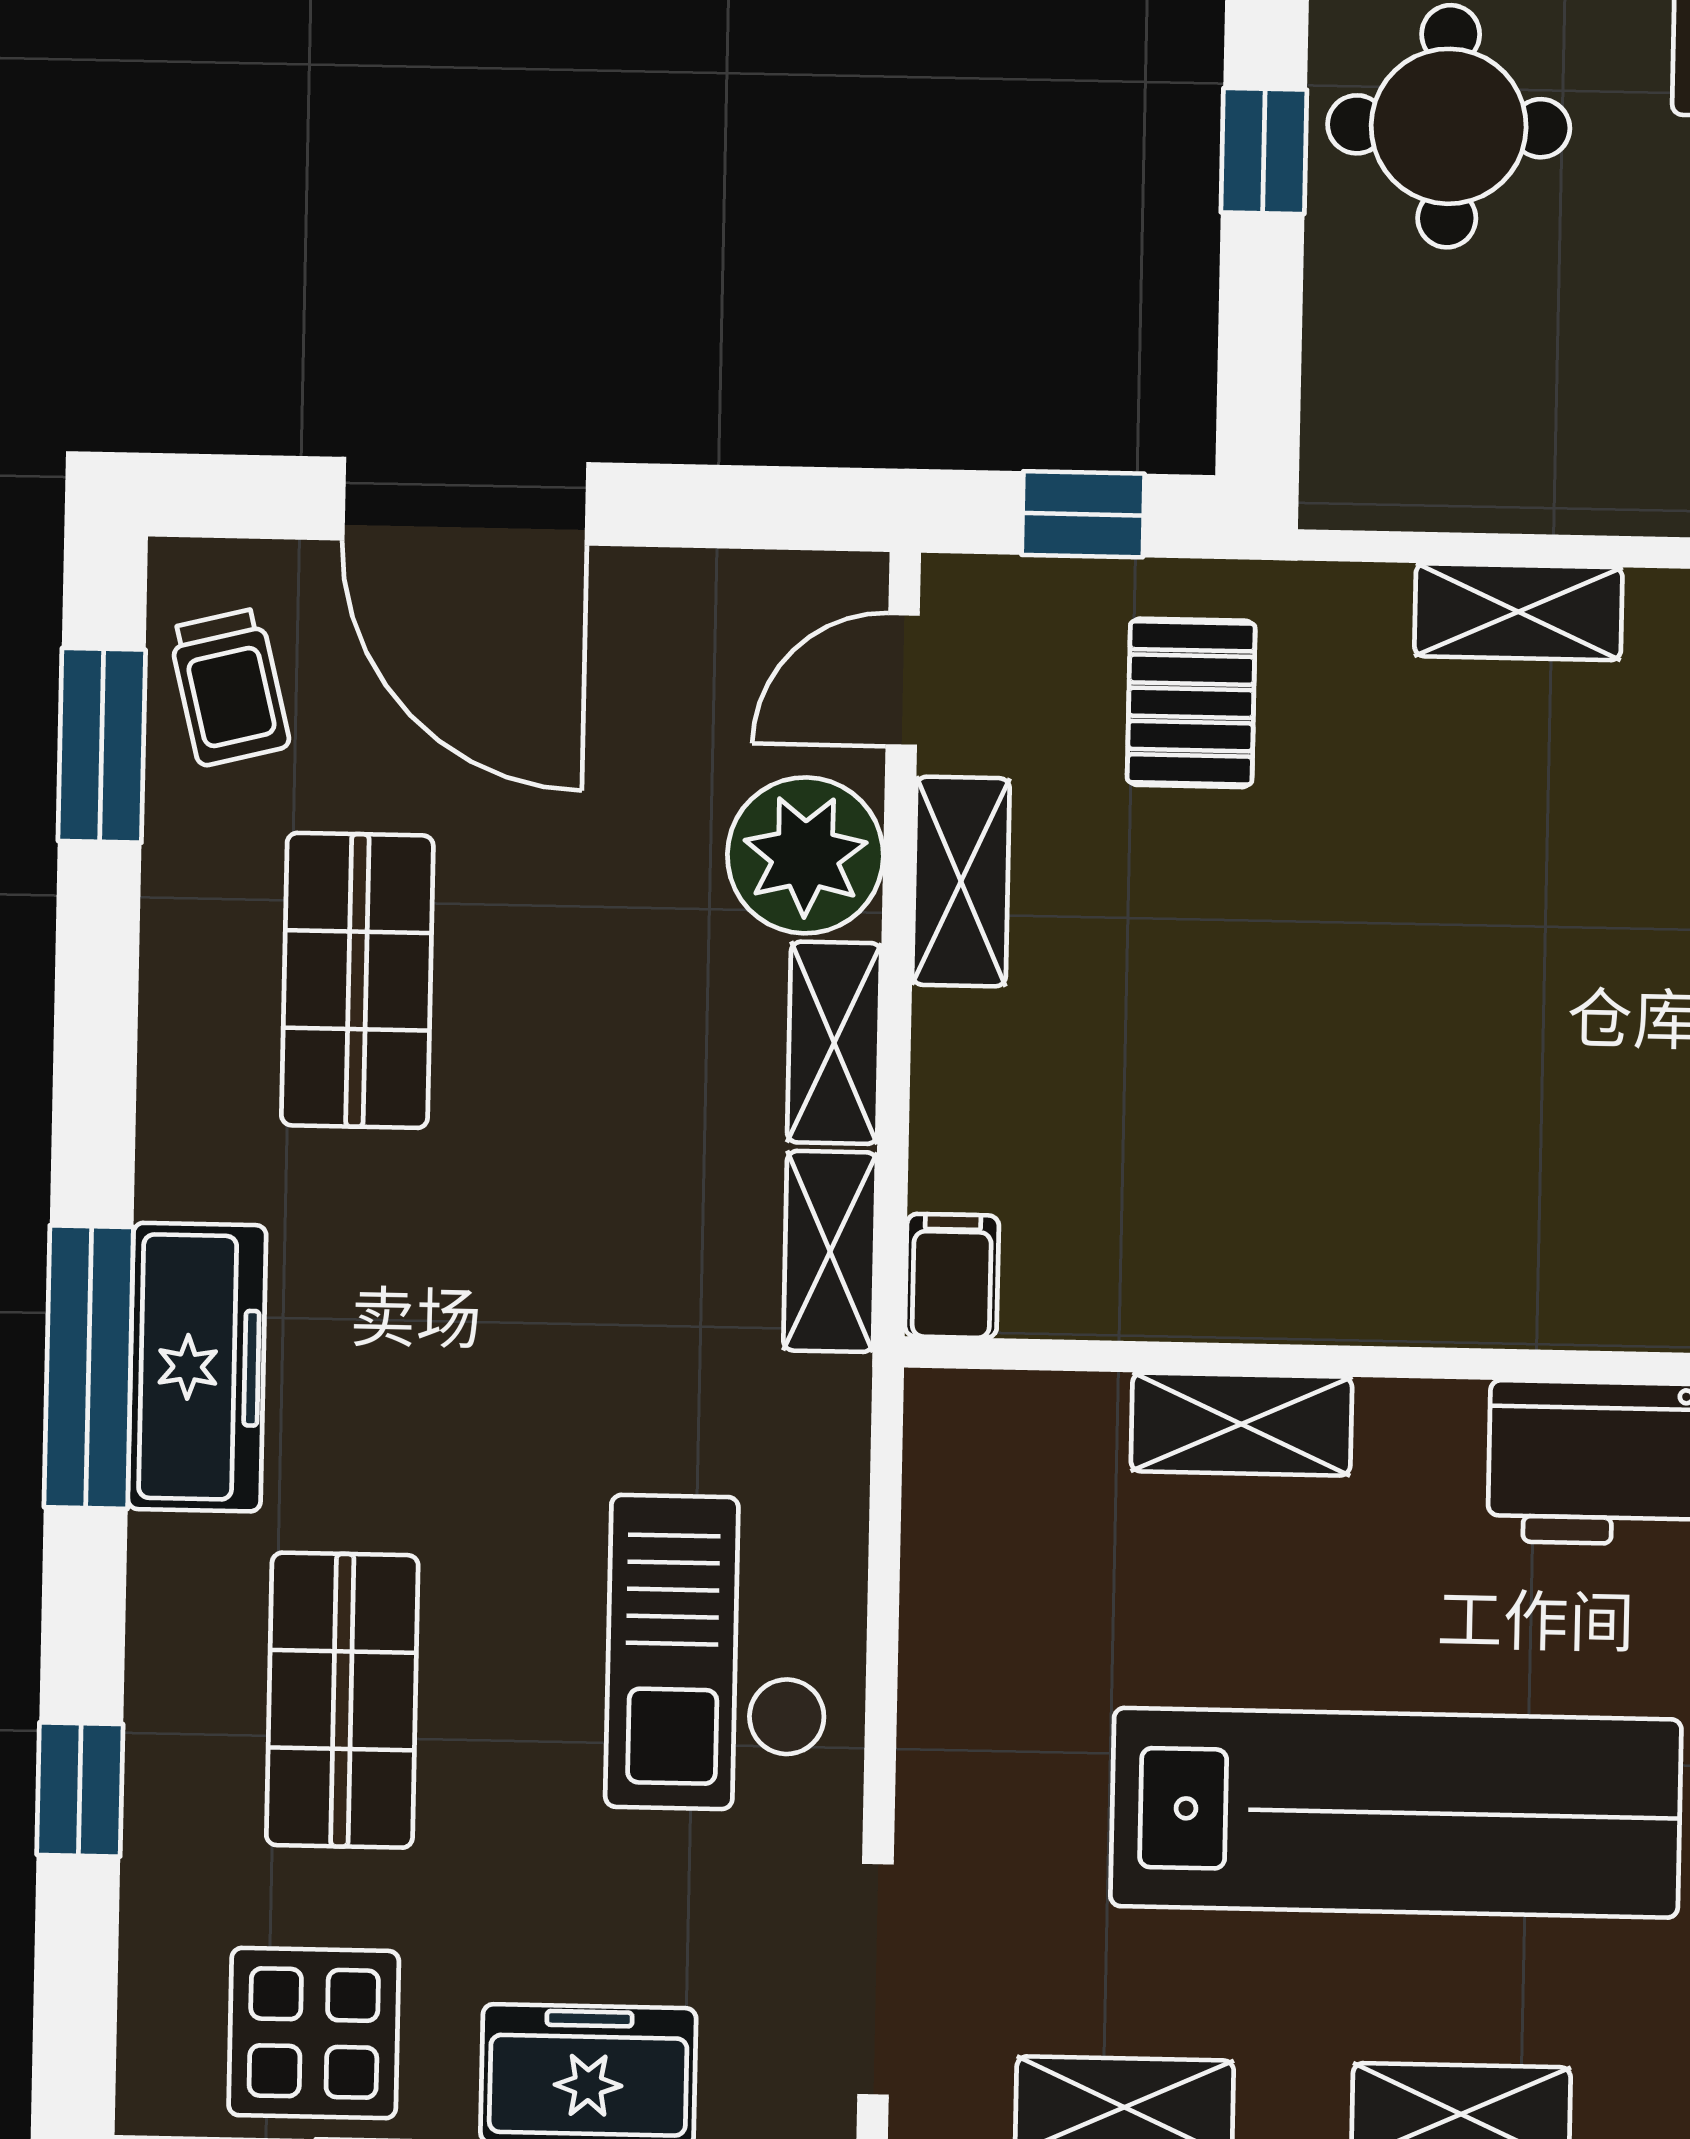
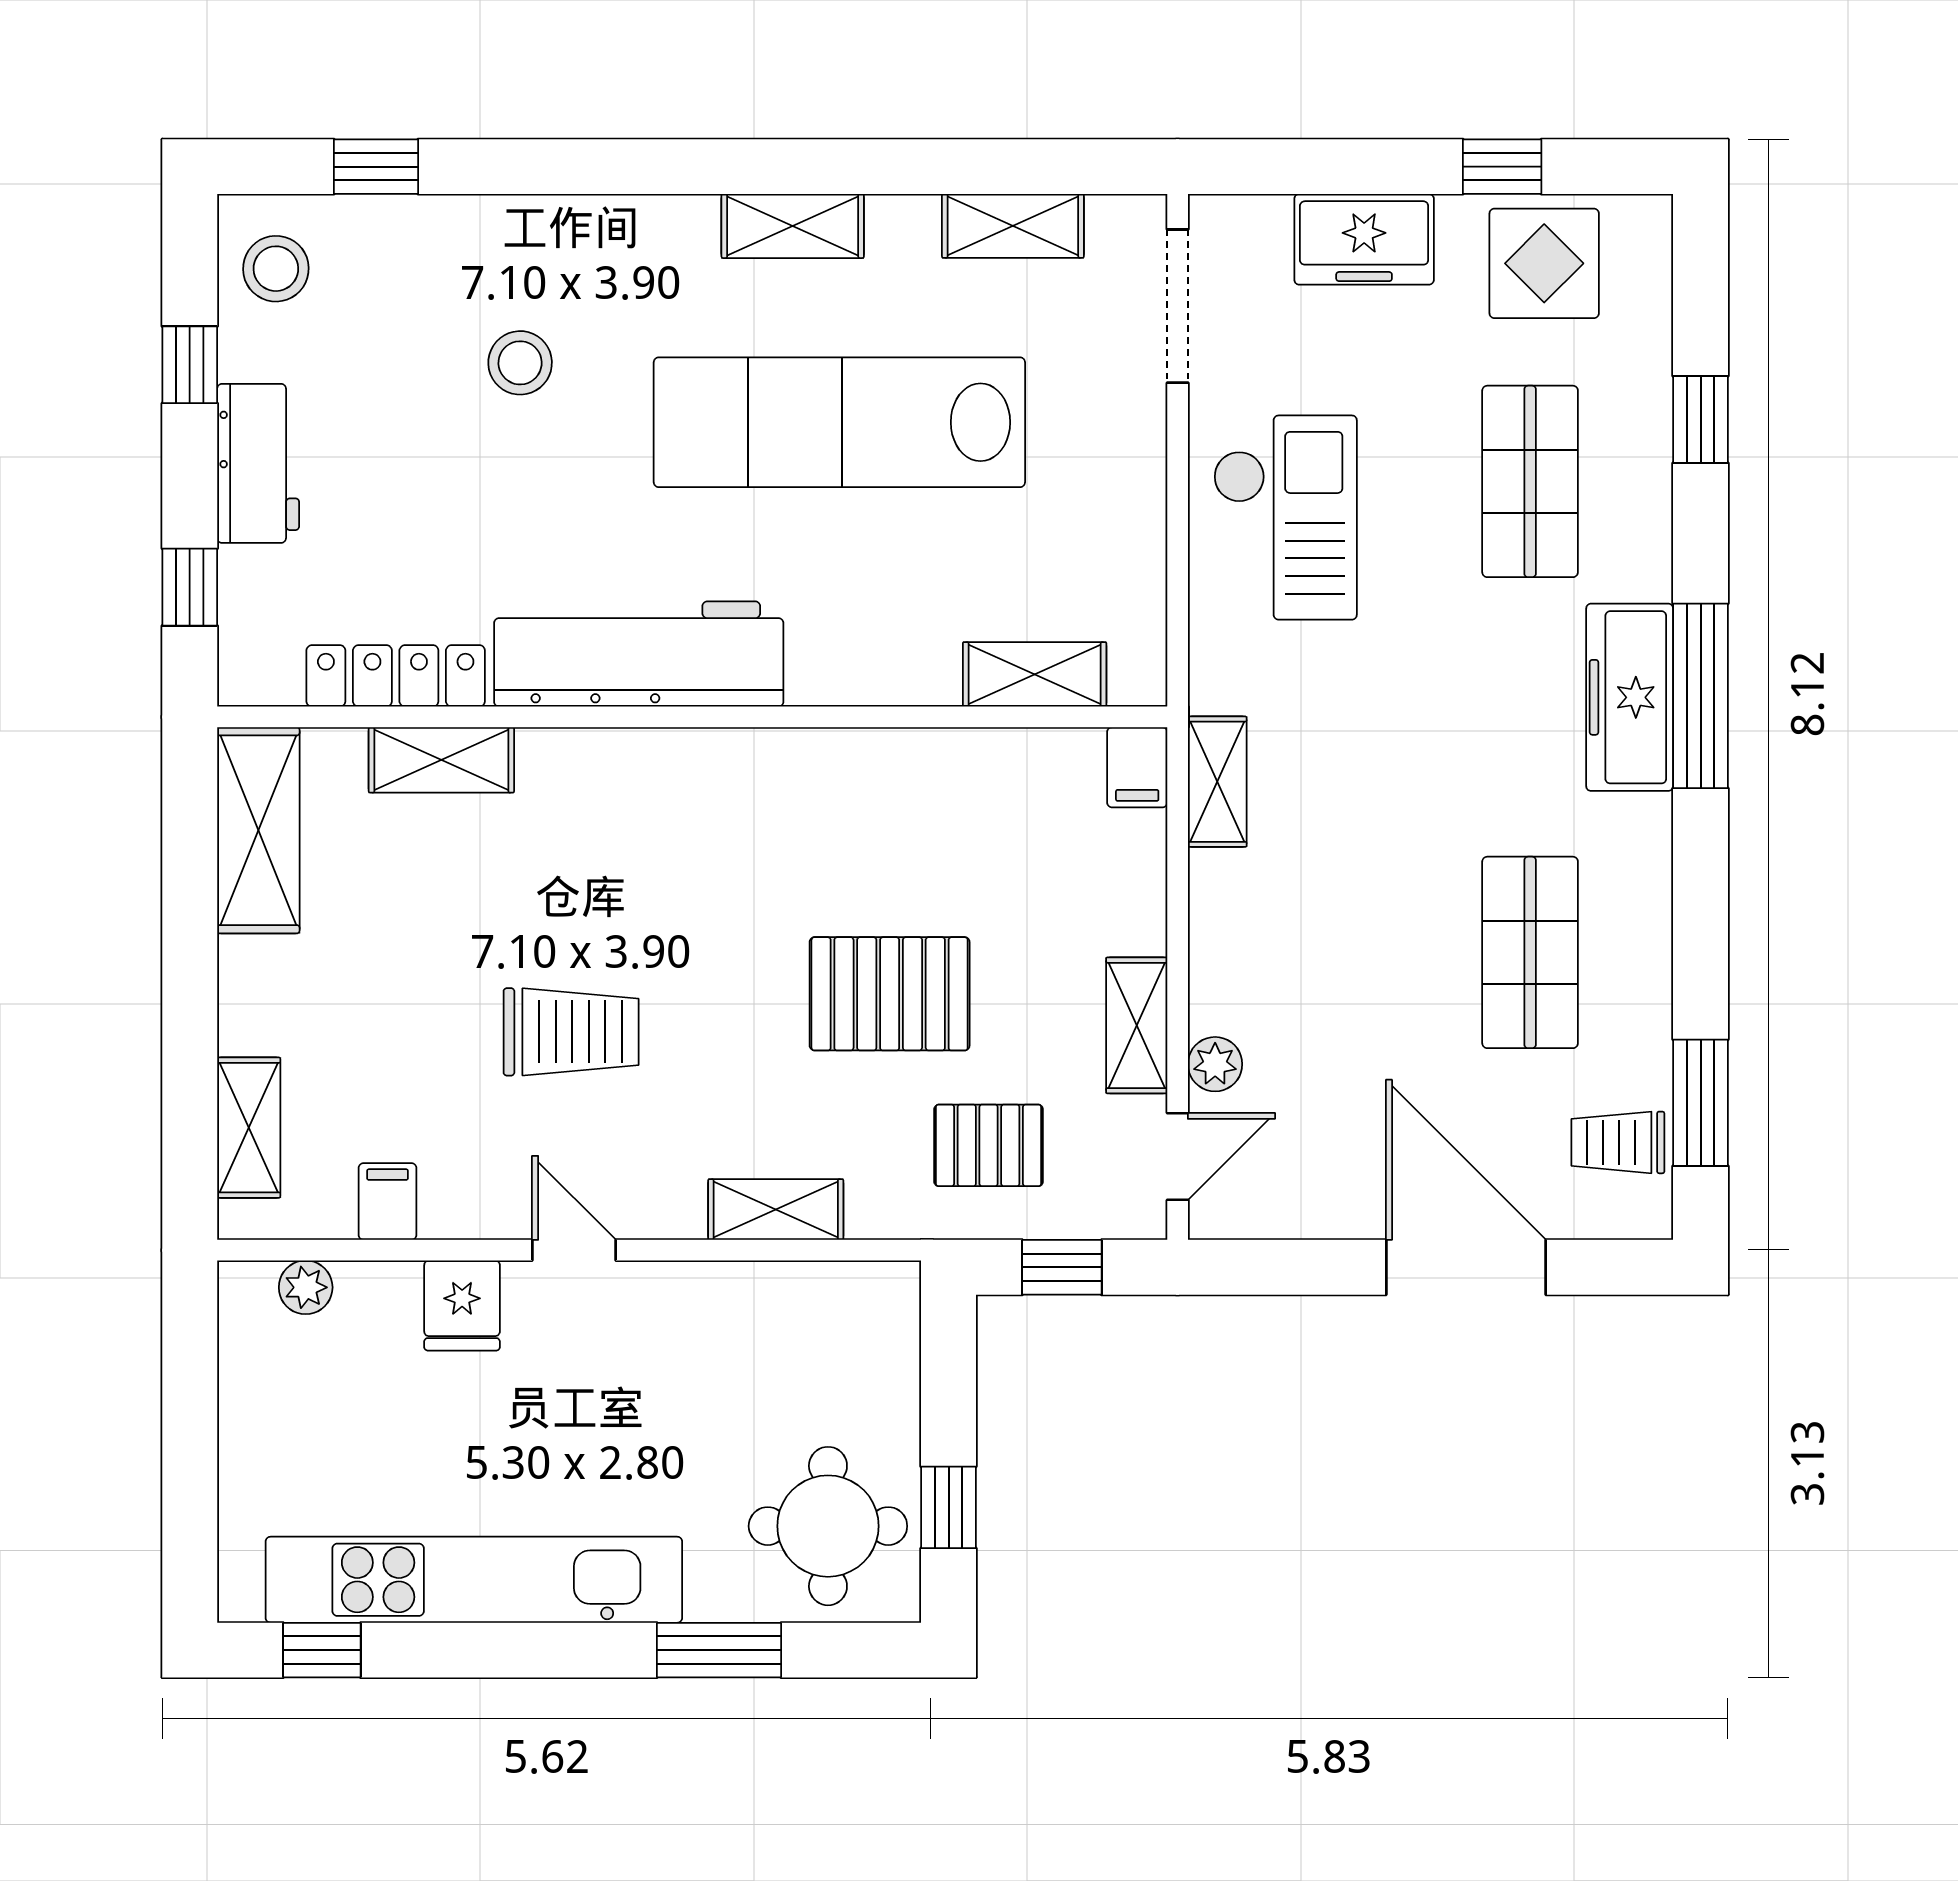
trolley: (229, 687) -> (1618, 1142), turned -76
pallet: (1191, 703) -> (989, 1145), turned 90
plant: (805, 855) -> (1215, 1064), width x0.53, depth x0.53
pallet: (1337, 938) -> (890, 994), added
shelving: (834, 1043) -> (1217, 918), removed
shelving: (1241, 1424) -> (1035, 674), moved

